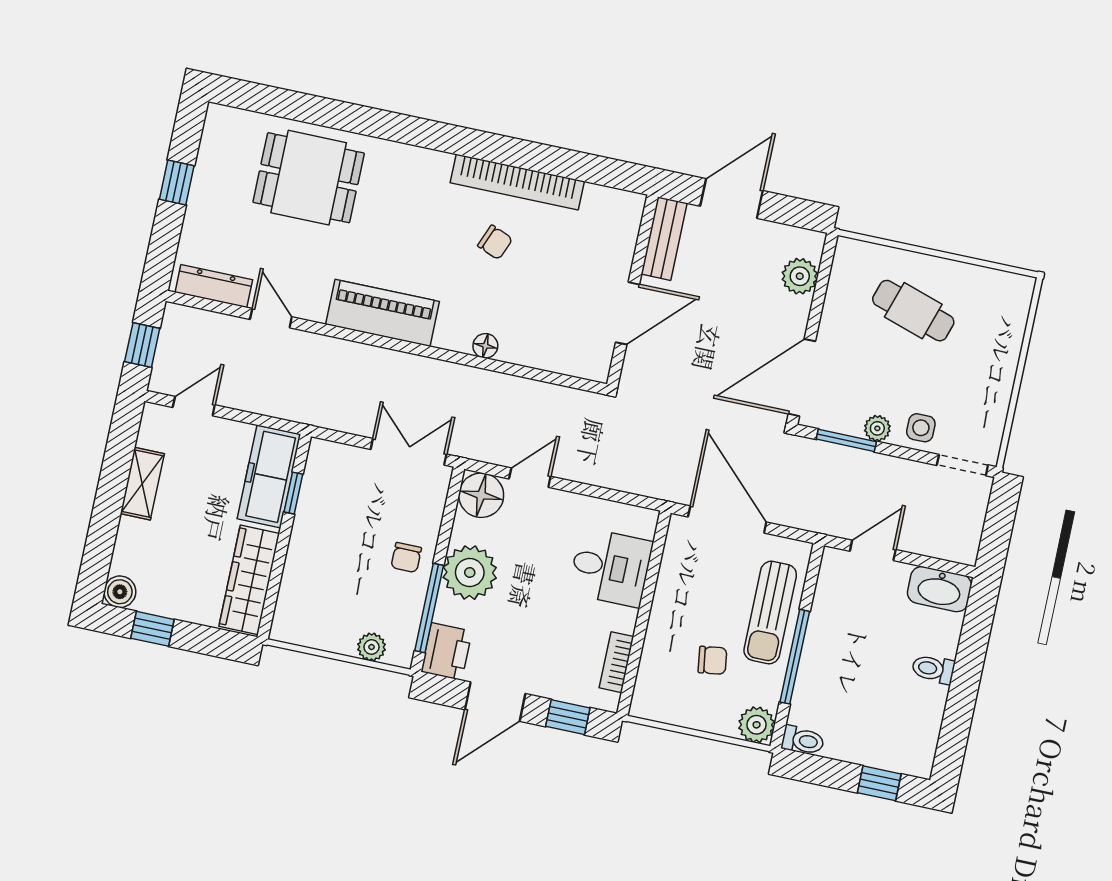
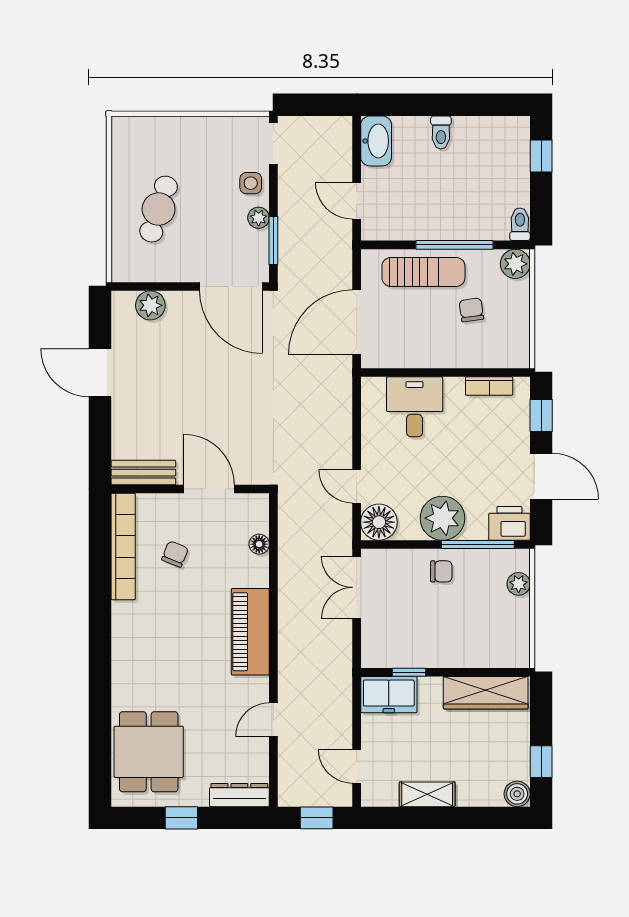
dining table: (309, 178) -> (149, 752), moved
bench: (664, 239) -> (143, 473), moved
dresser: (214, 286) -> (239, 795), moved, turned 90
wall: (632, 290) -> (190, 489), moved
door: (628, 313) -> (209, 489), moved
freezer: (269, 477) -> (389, 695), width x0.71

